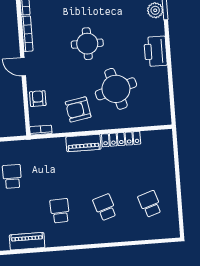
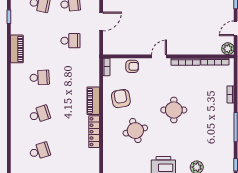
round table: (116, 89) -> (135, 131), width x0.73, depth x0.73

